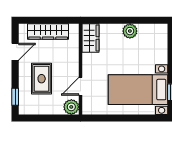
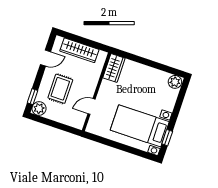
plant: (130, 31) -> (175, 82), moved
plant: (71, 107) -> (39, 108), moved

